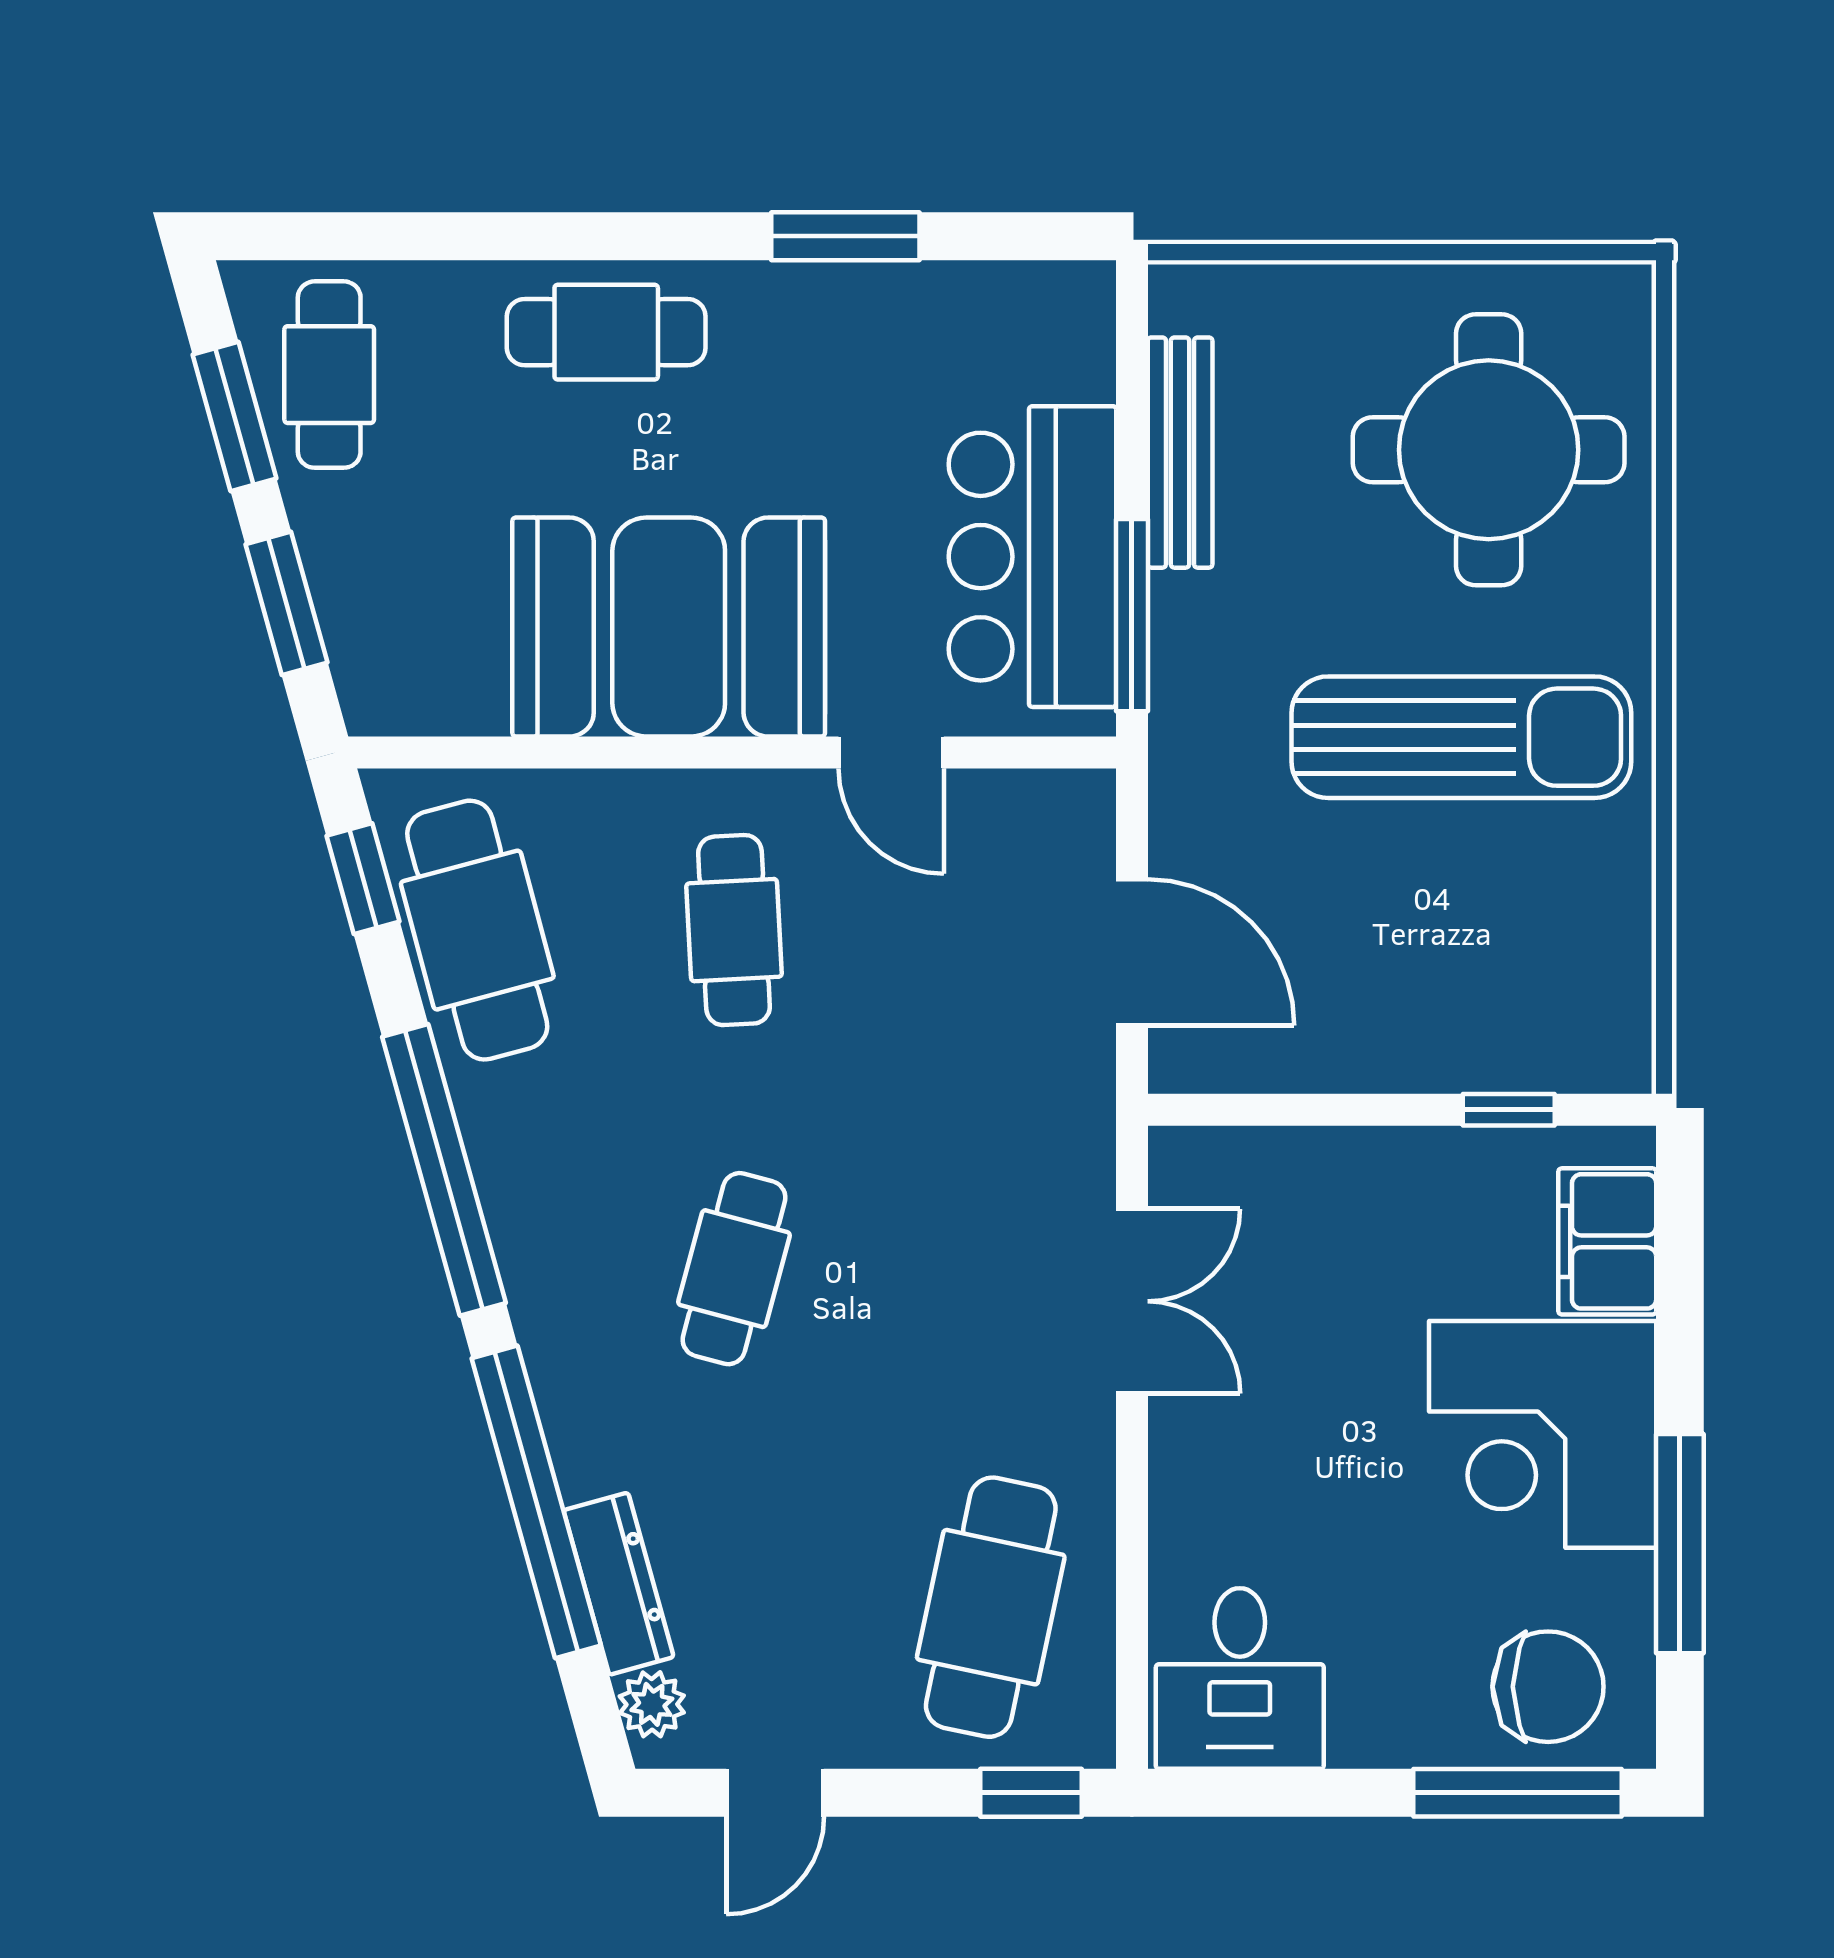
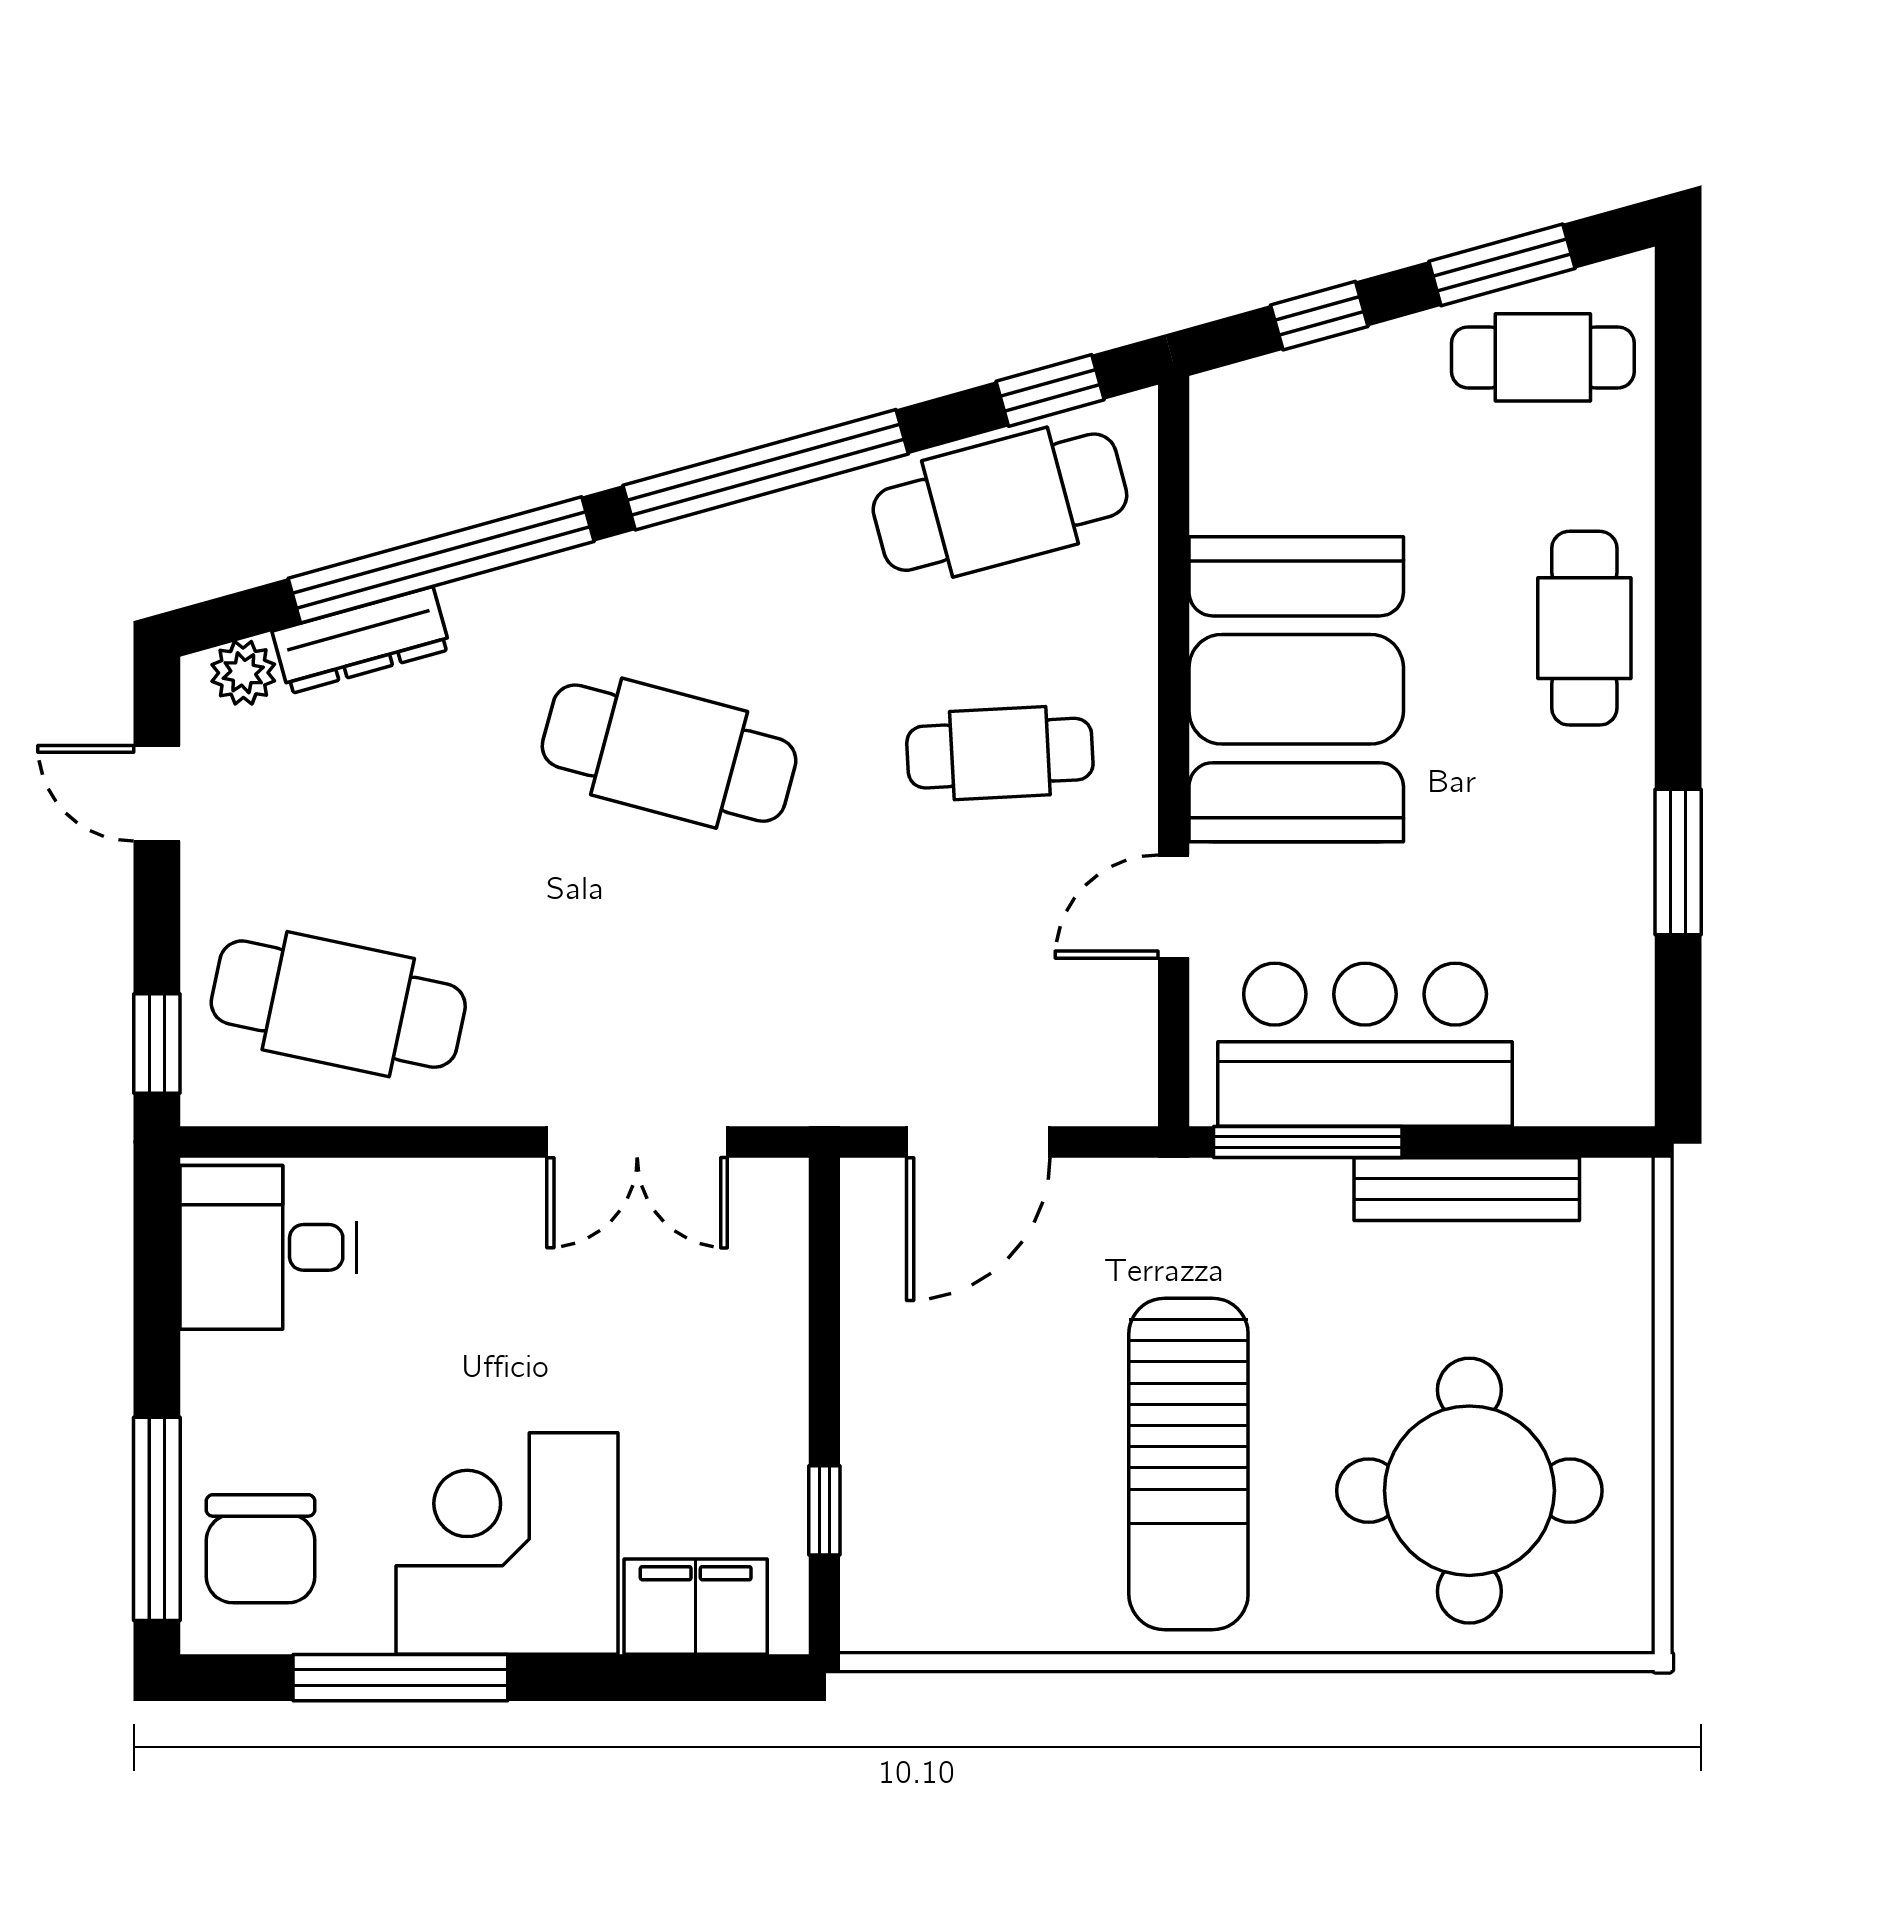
window: (286, 603) -> (1319, 316), width x0.67
cafe table: (734, 1269) -> (669, 753), width x1.37, depth x1.35

